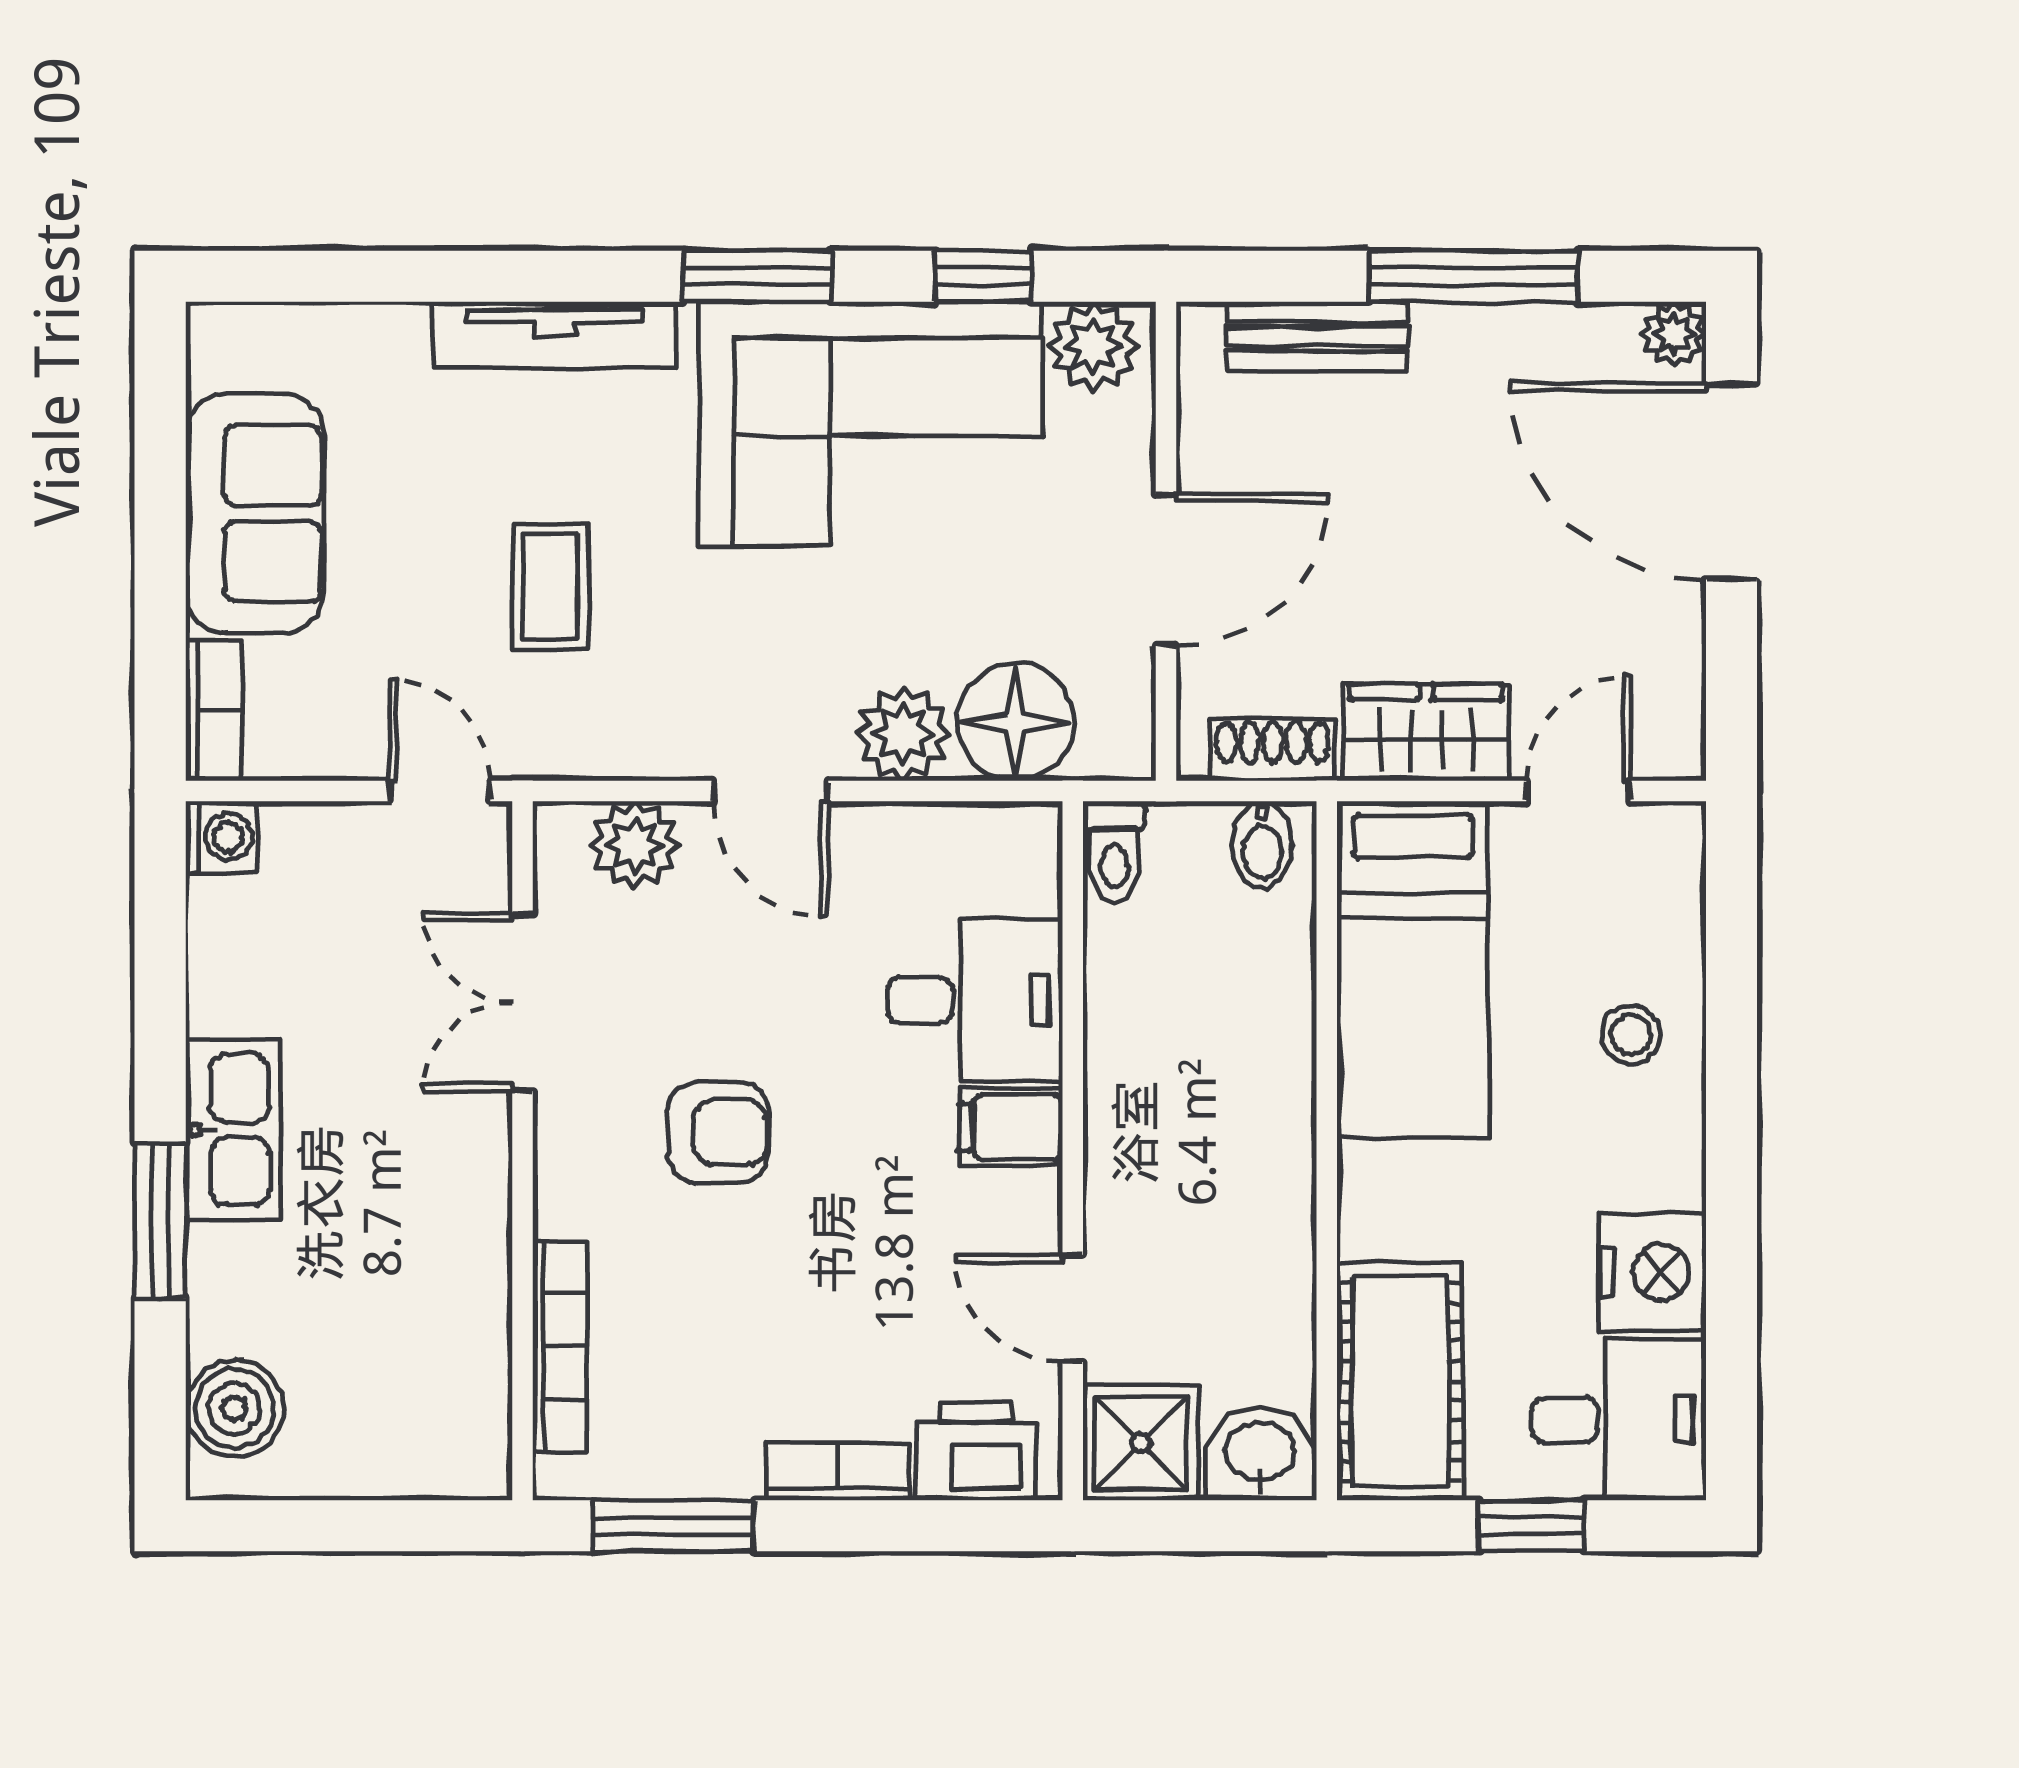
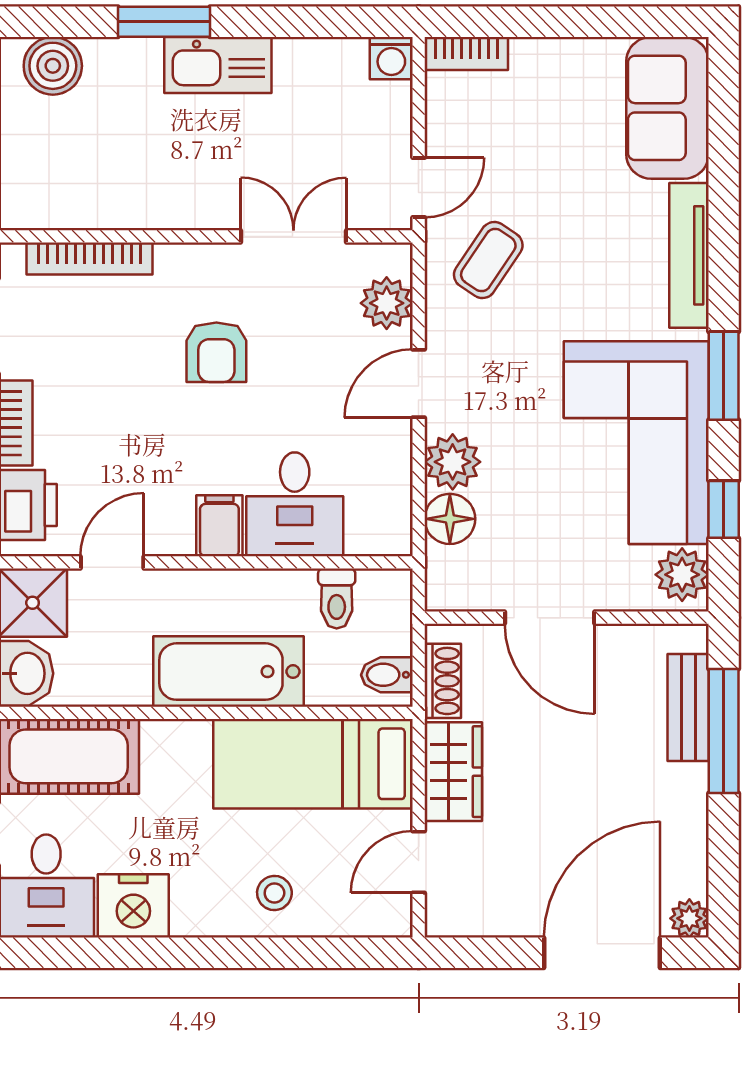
window: (1474, 276) -> (724, 731), moved
sofa: (255, 514) -> (668, 108), moved, turned 90
coffee table: (550, 586) -> (488, 260), moved, turned -56
floor lamp: (1015, 722) -> (450, 519), width x0.73, depth x0.73
door: (1578, 791) -> (419, 862), swing flipped
toilet: (1114, 852) -> (337, 599), moved, turned -90
bathtub: (1257, 1112) -> (228, 672), added

